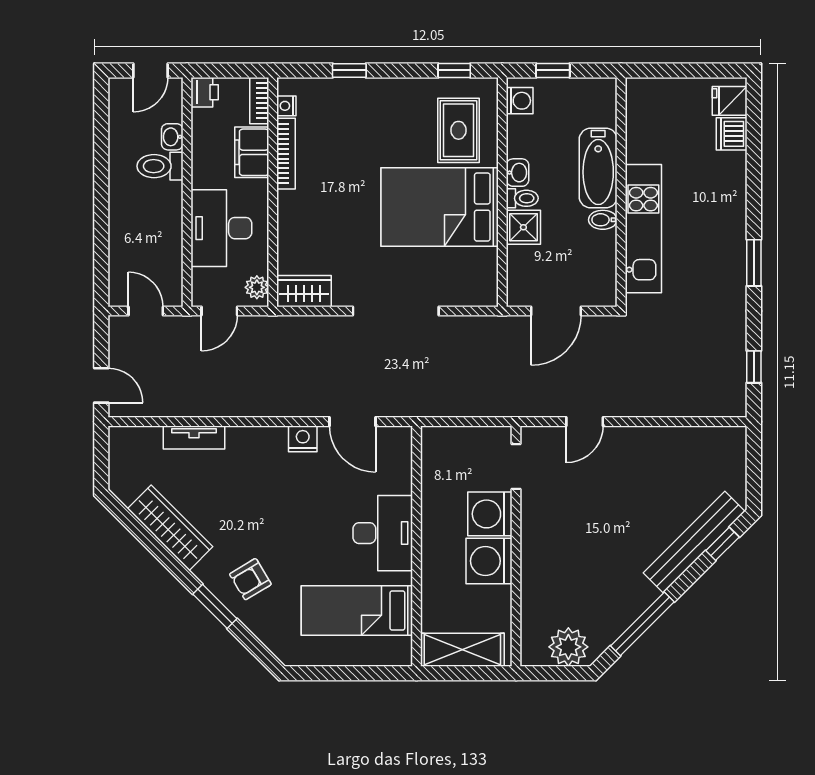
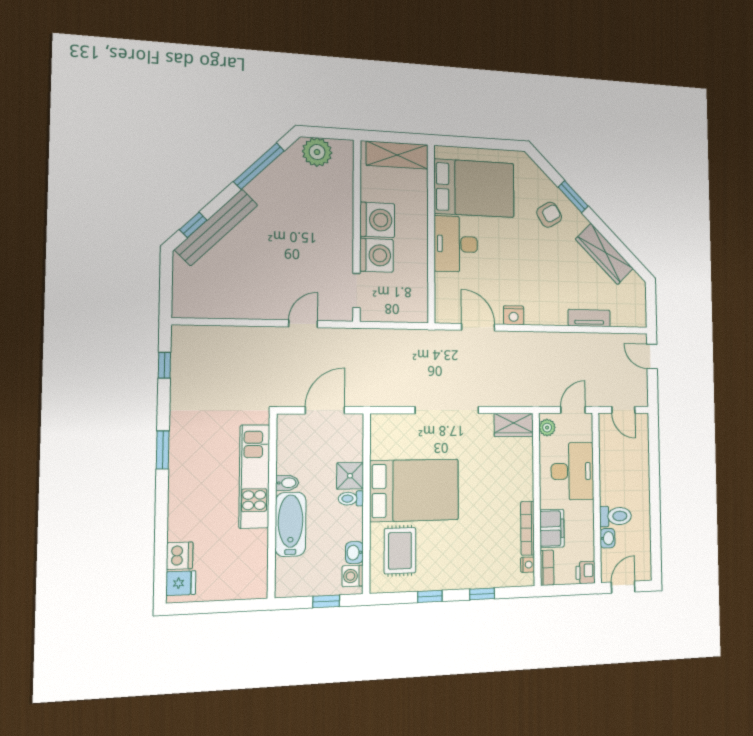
window: (454, 70) -> (430, 596), moved
washbasin: (518, 173) -> (354, 553), moved
bed: (357, 610) -> (474, 188), width x1.50

